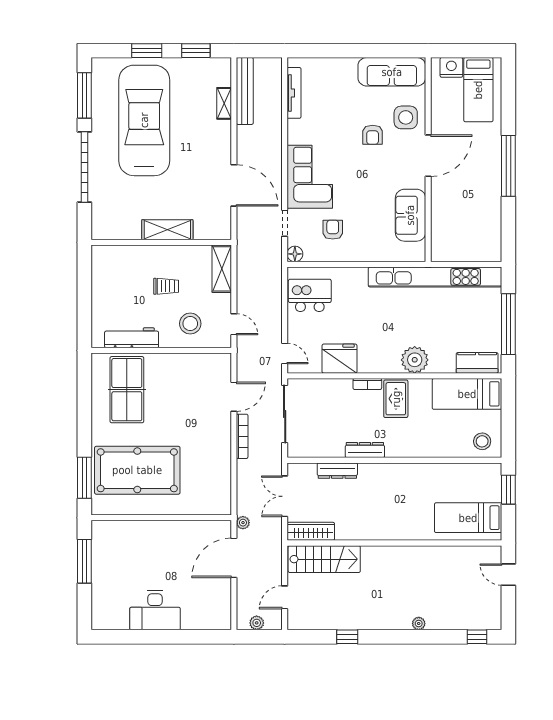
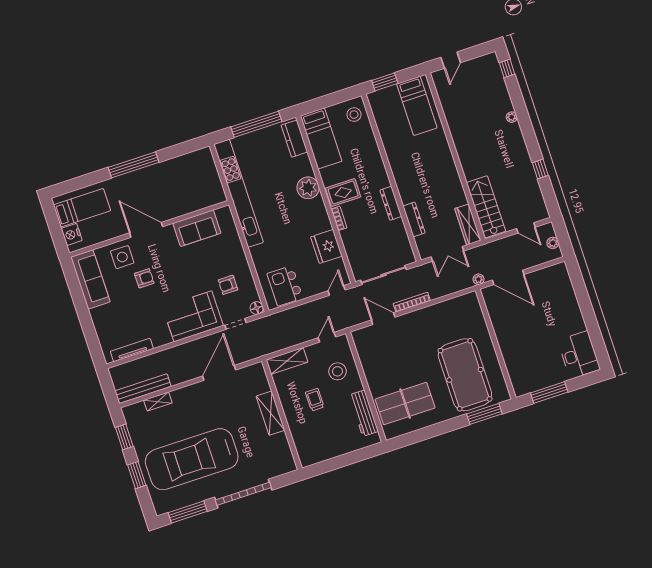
desk: (155, 610) -> (579, 355), moved

